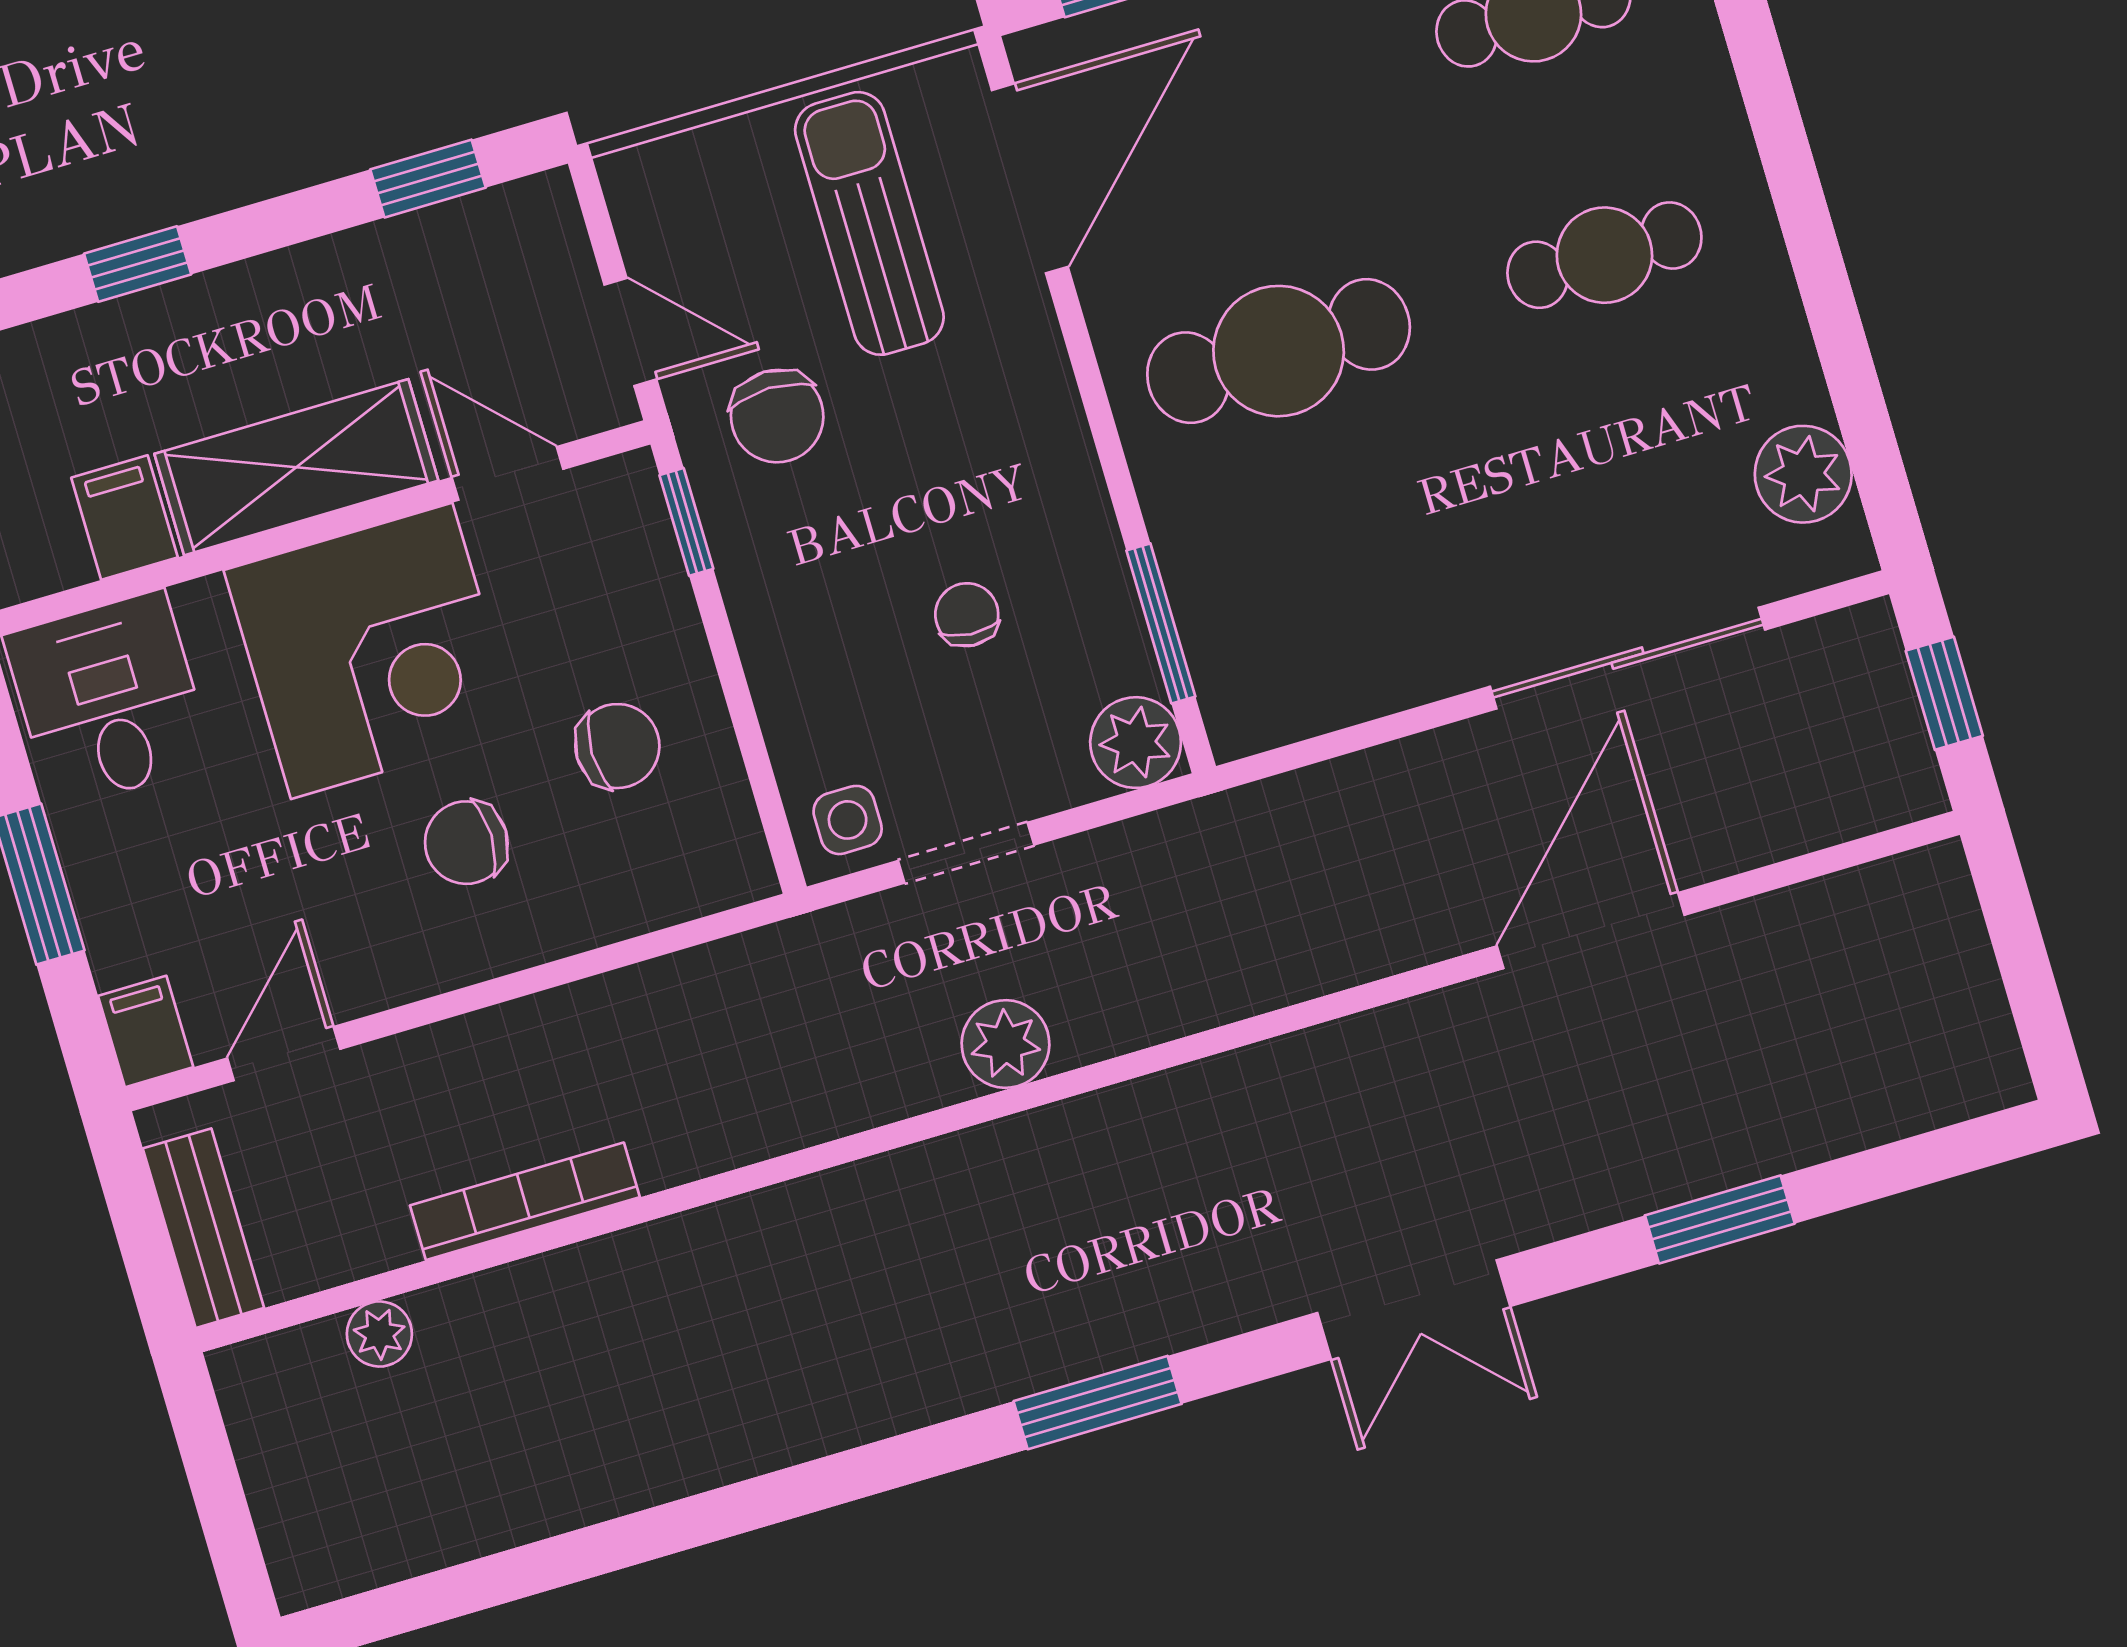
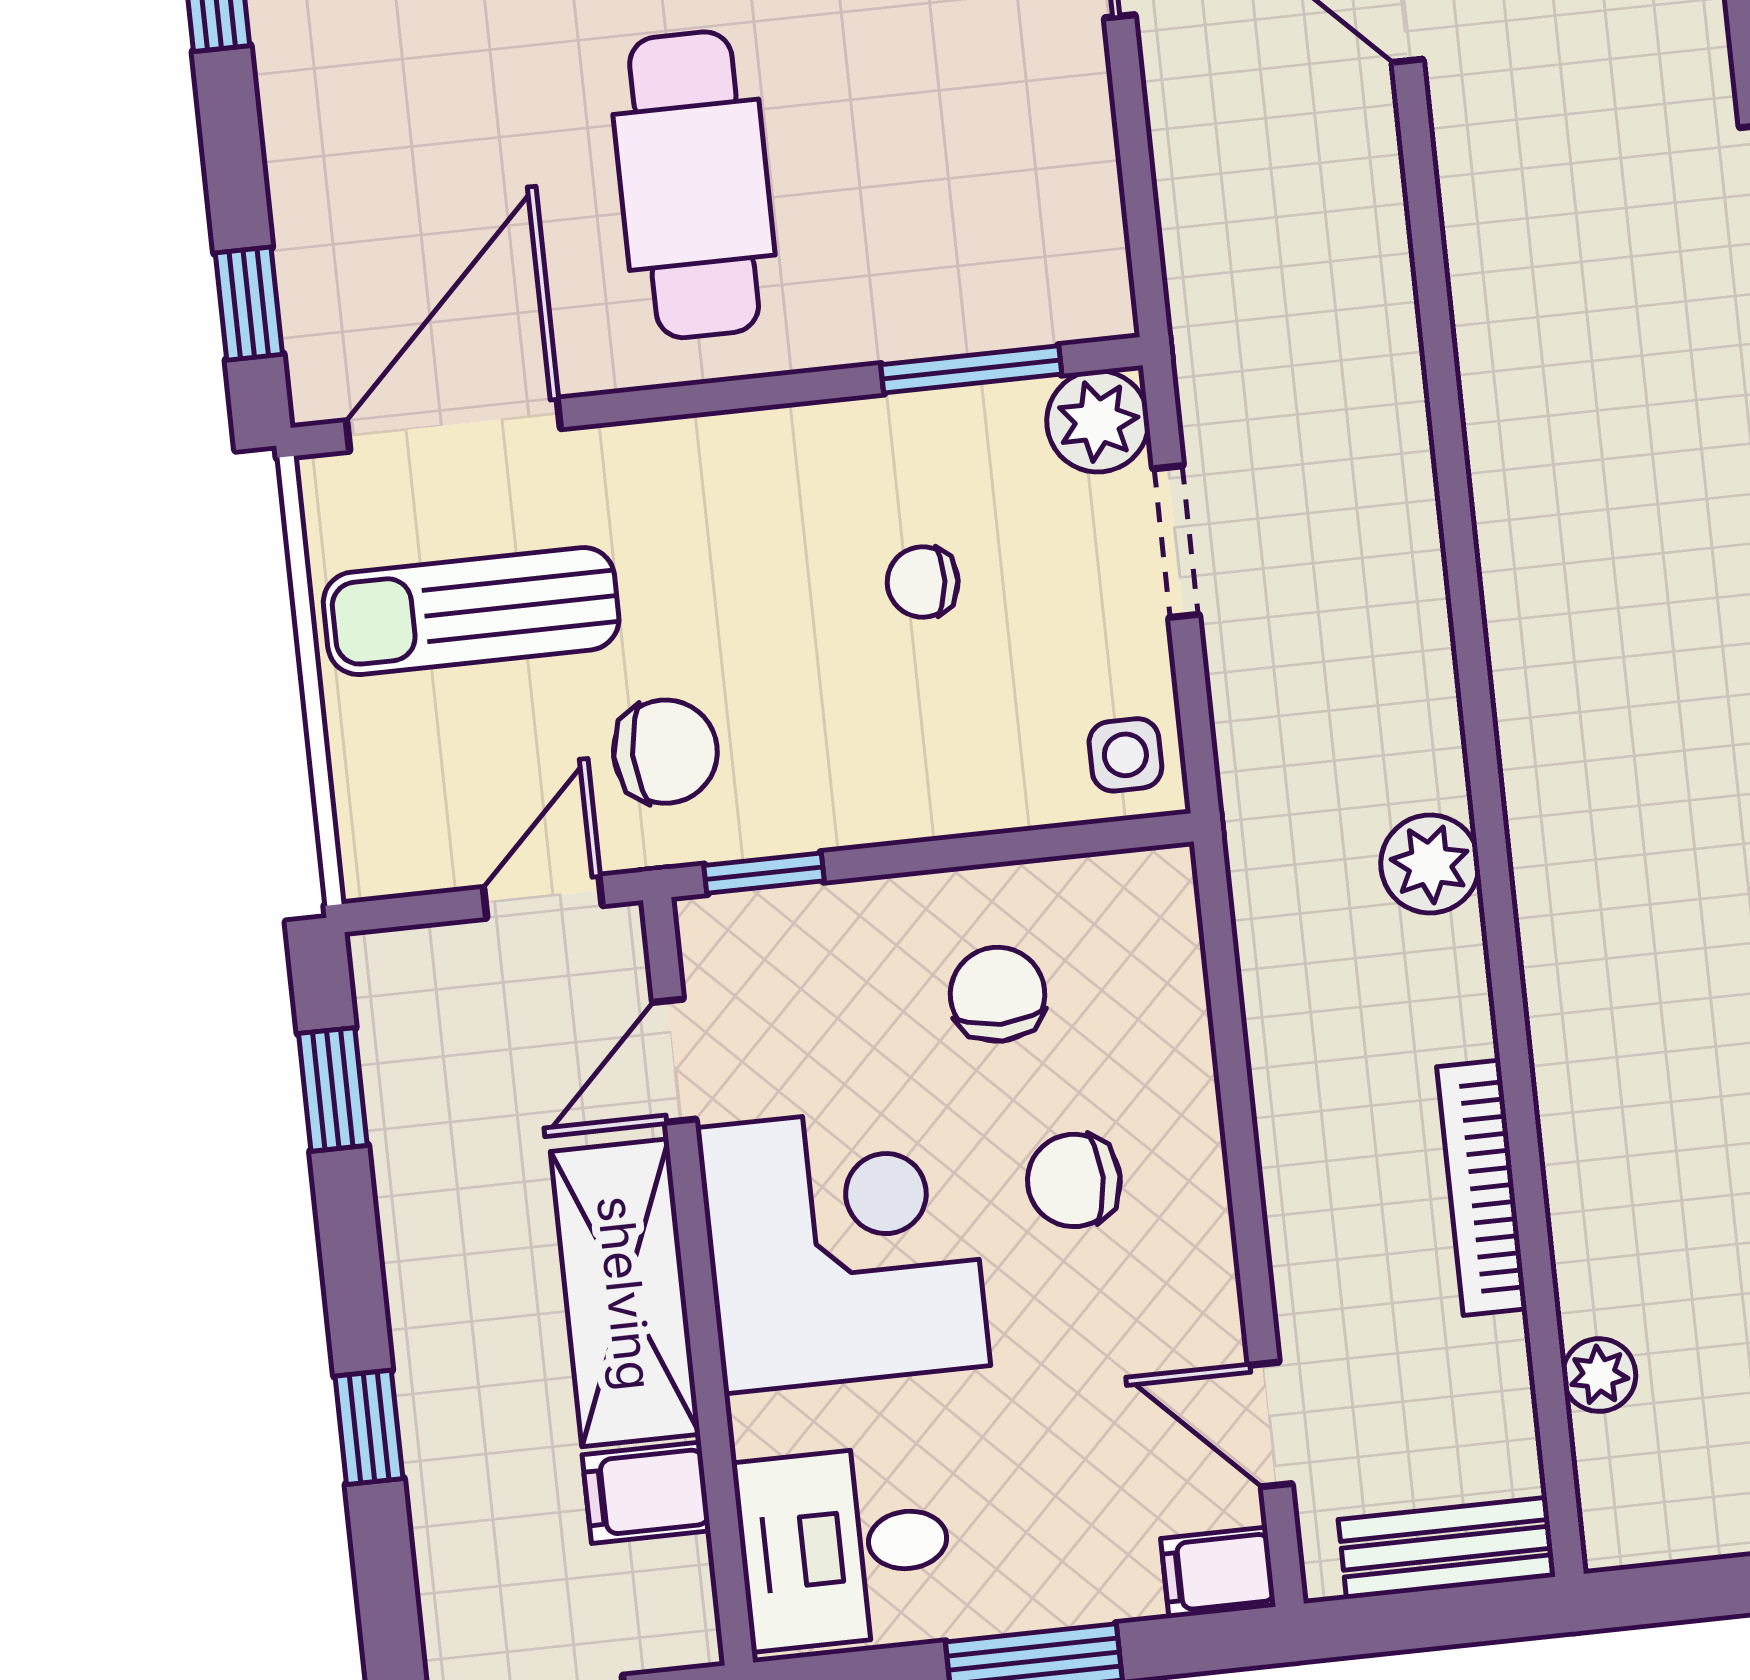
door: (1030, 178) -> (454, 425), hinge flipped
chair: (466, 843) -> (1074, 1180), turned 90
doorway: (966, 853) -> (1176, 542), moved
plant: (1005, 1044) -> (1430, 864), moved

